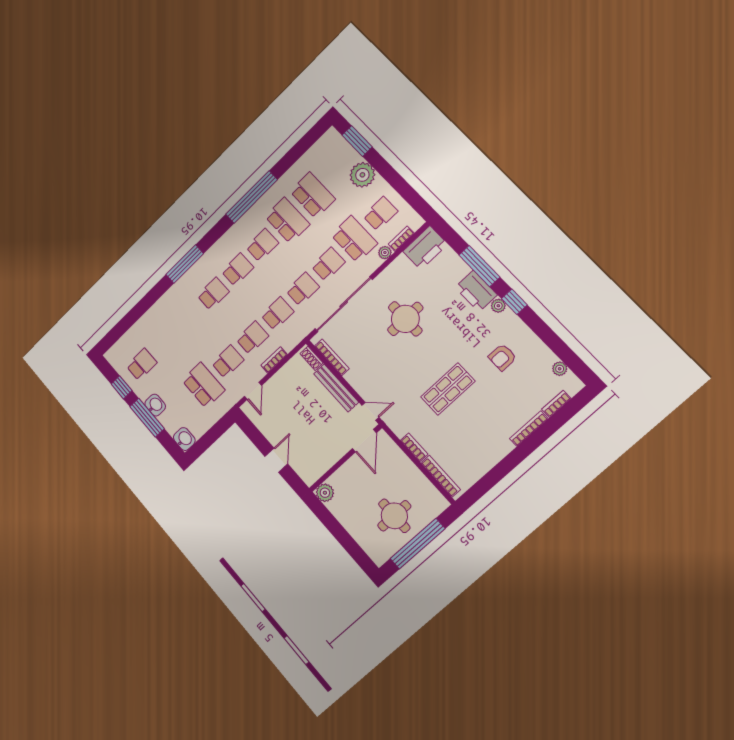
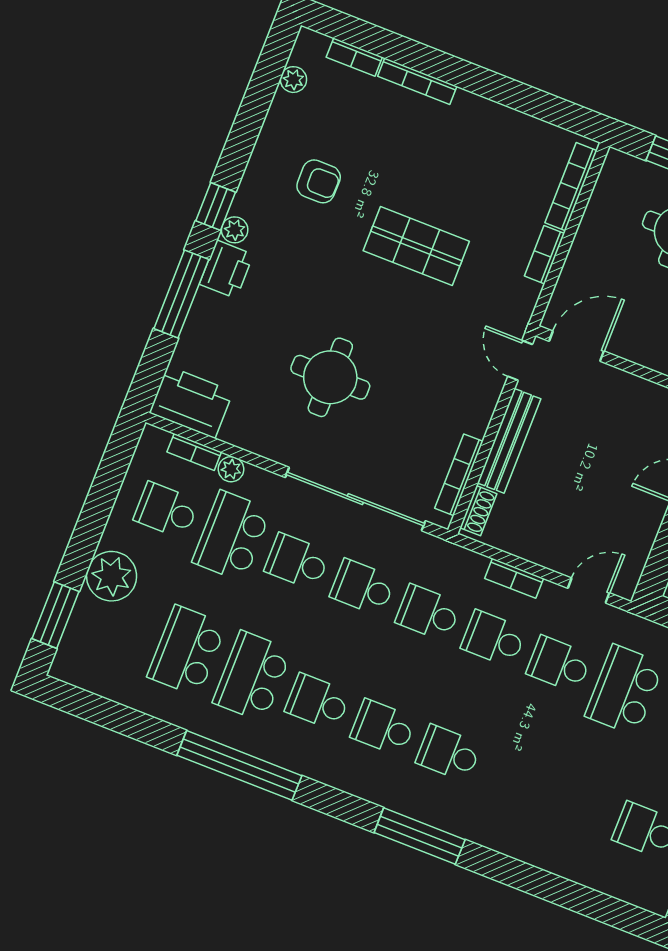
printer: (476, 291) -> (226, 269), width x0.73, depth x0.84

